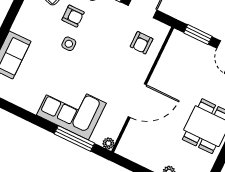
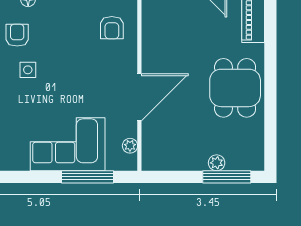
armchair: (73, 16) -> (17, 35), turned -90
plant: (108, 143) -> (130, 146), moved

